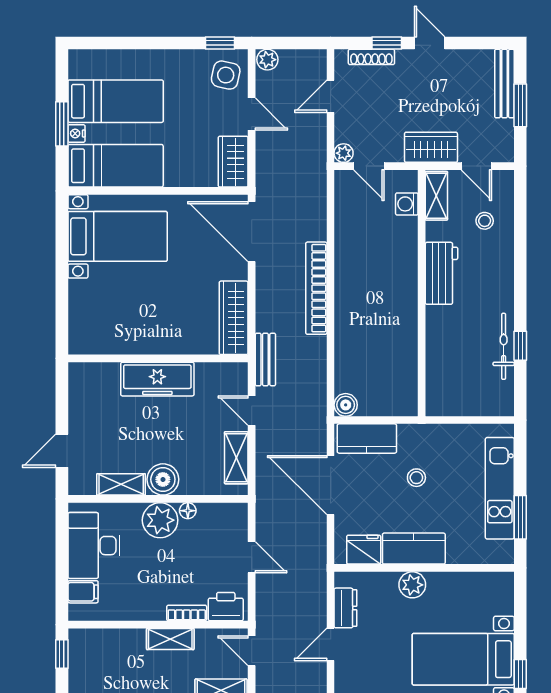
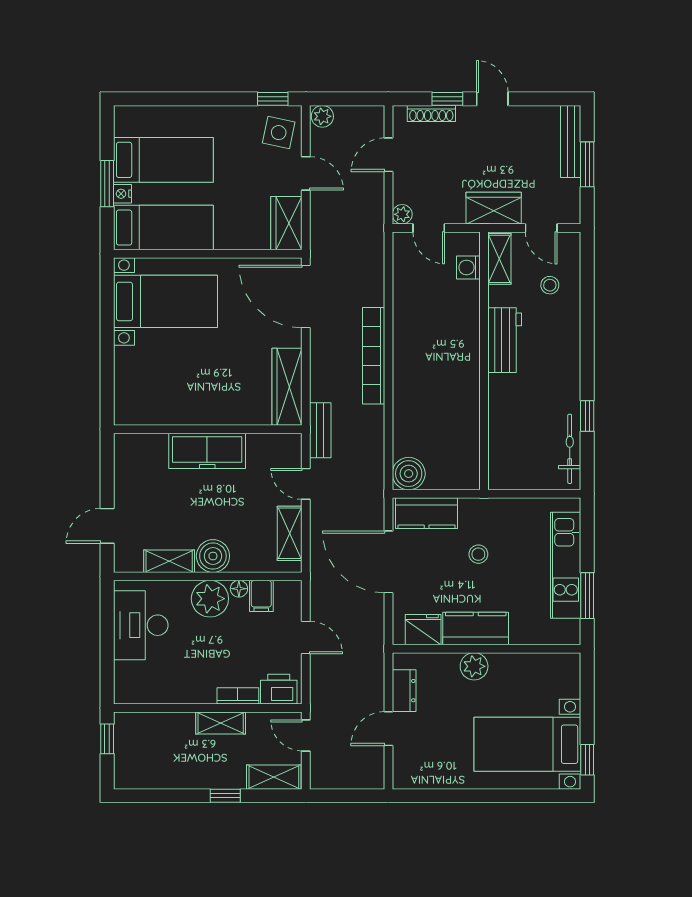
bicycle: (504, 346) -> (570, 449), moved
boiler: (346, 405) -> (409, 474), width x1.36, depth x1.36
filing cabinet: (83, 592) -> (261, 596), moved, turned 90

